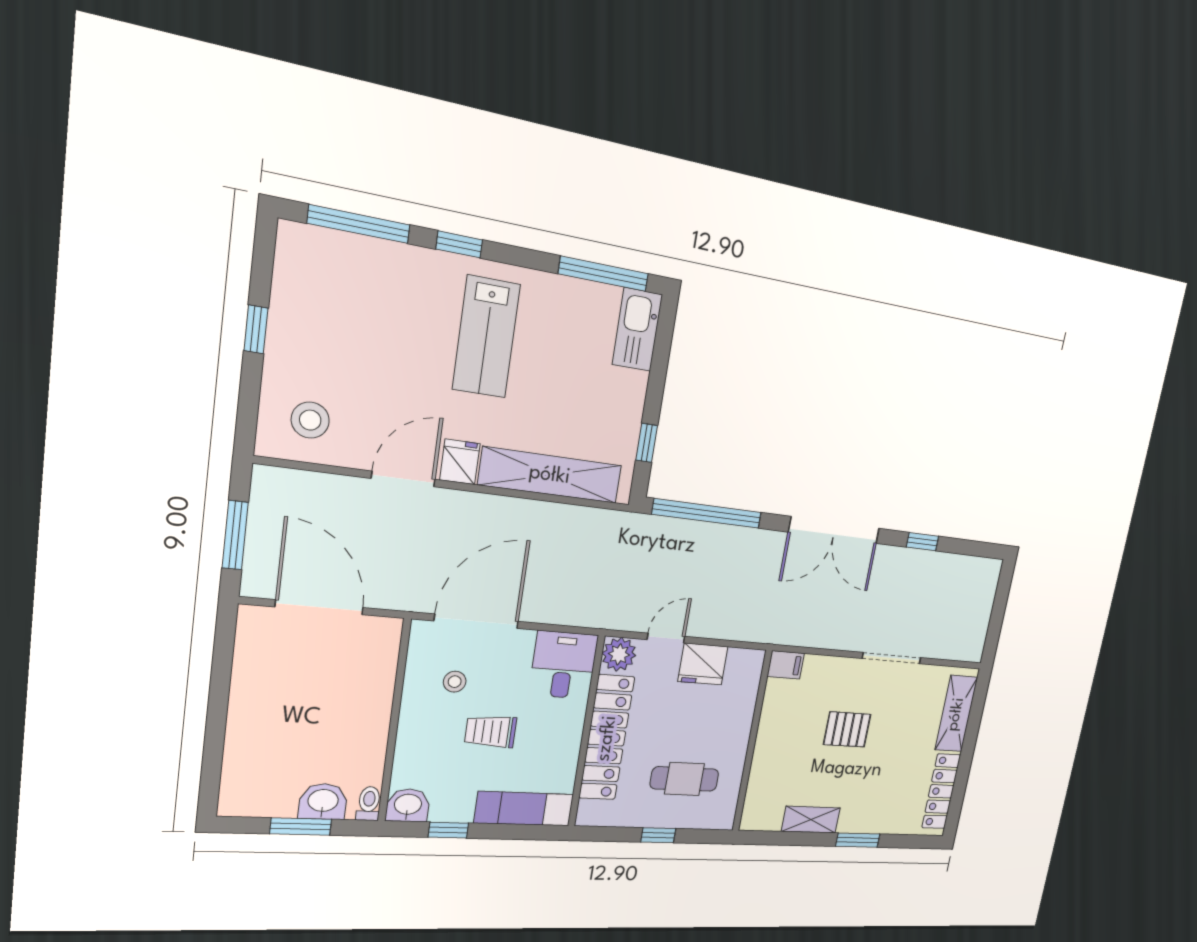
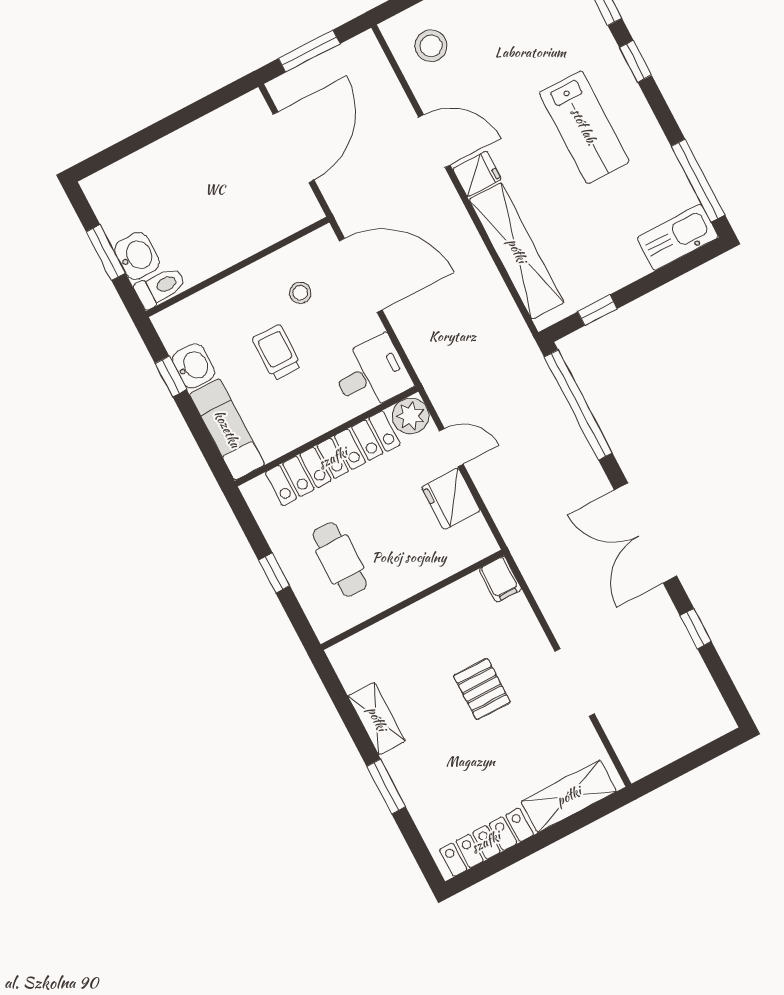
lab bench: (486, 337) -> (584, 127), turned -90
toilet: (369, 804) -> (160, 287), width x1.37, depth x1.39
washbasin: (408, 805) -> (194, 366), moved

